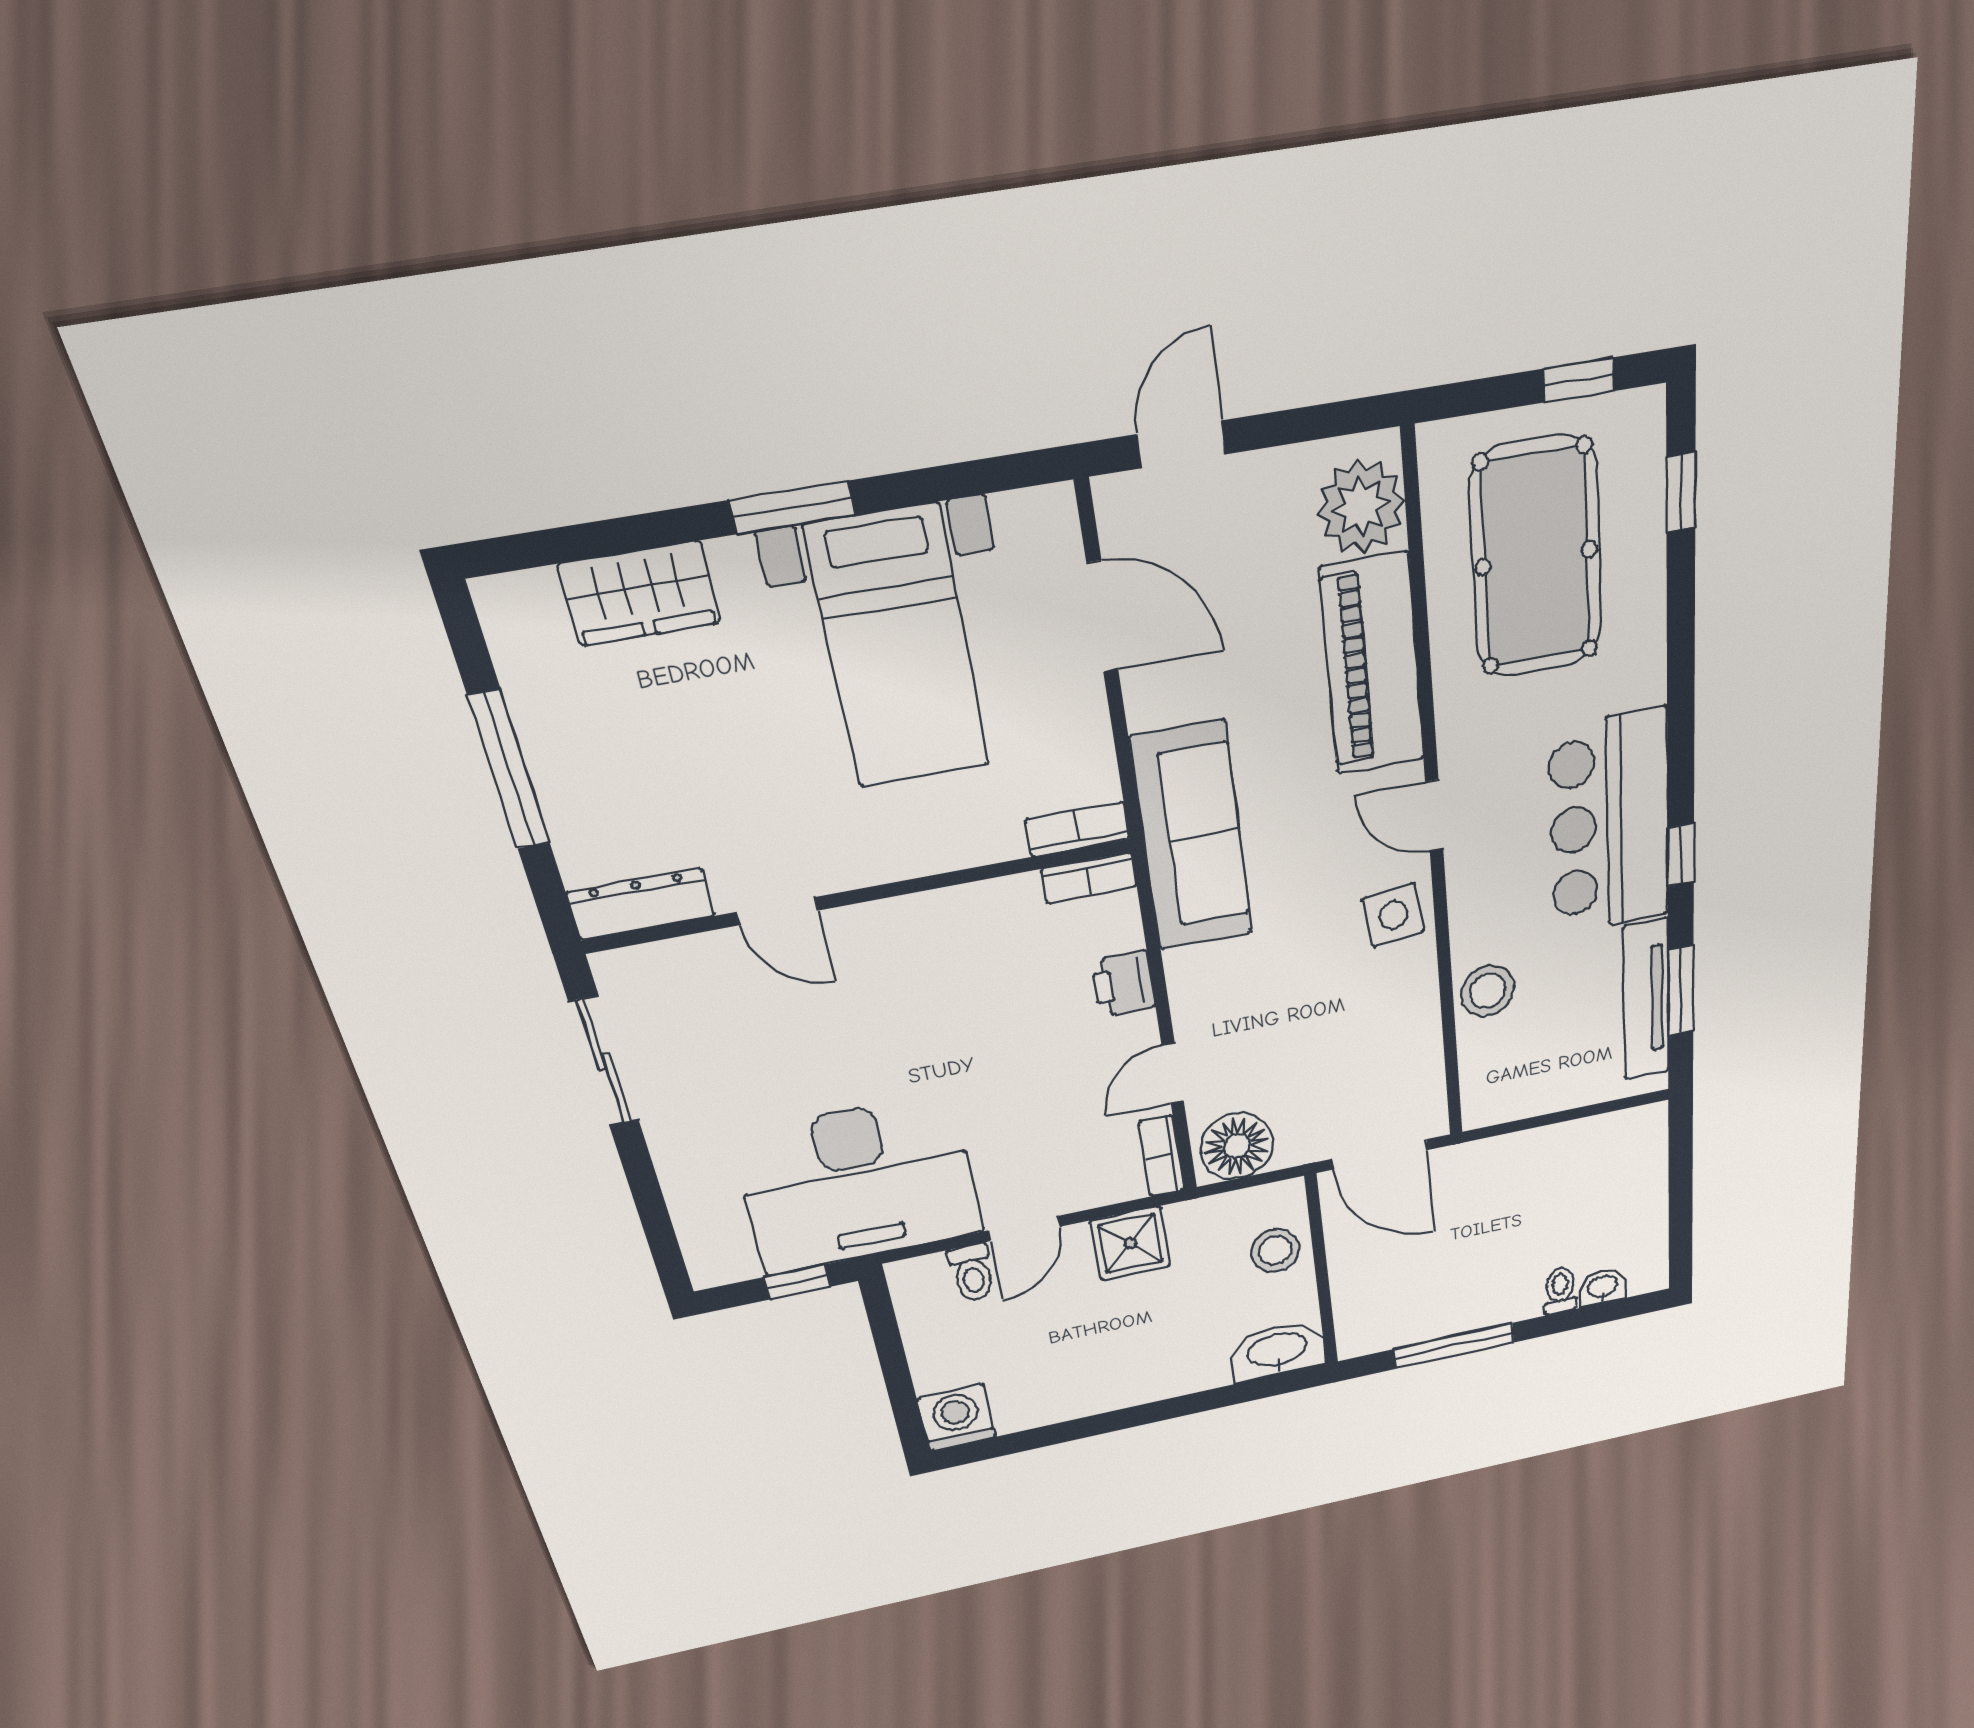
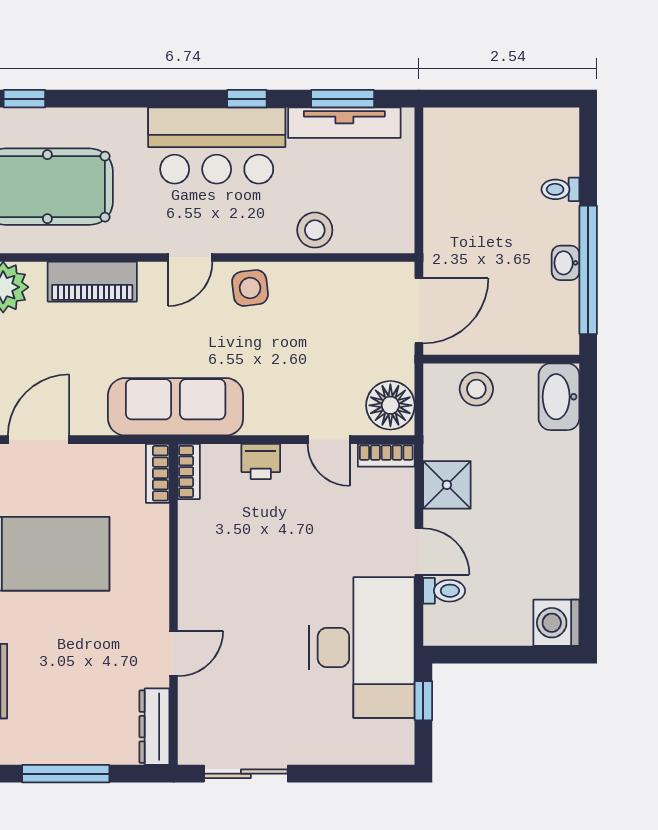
piano: (1372, 665) -> (92, 282), width x0.73, depth x0.75
washbasin: (1602, 1287) -> (566, 263), moved
window: (1454, 1346) -> (588, 270), width x1.46

